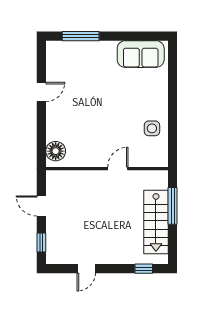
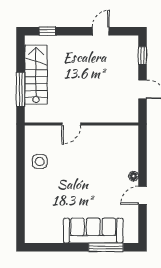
sofa: (141, 54) -> (93, 231), moved, width x1.36
floor lamp: (56, 151) -> (133, 176), moved, width x0.53, depth x0.53

